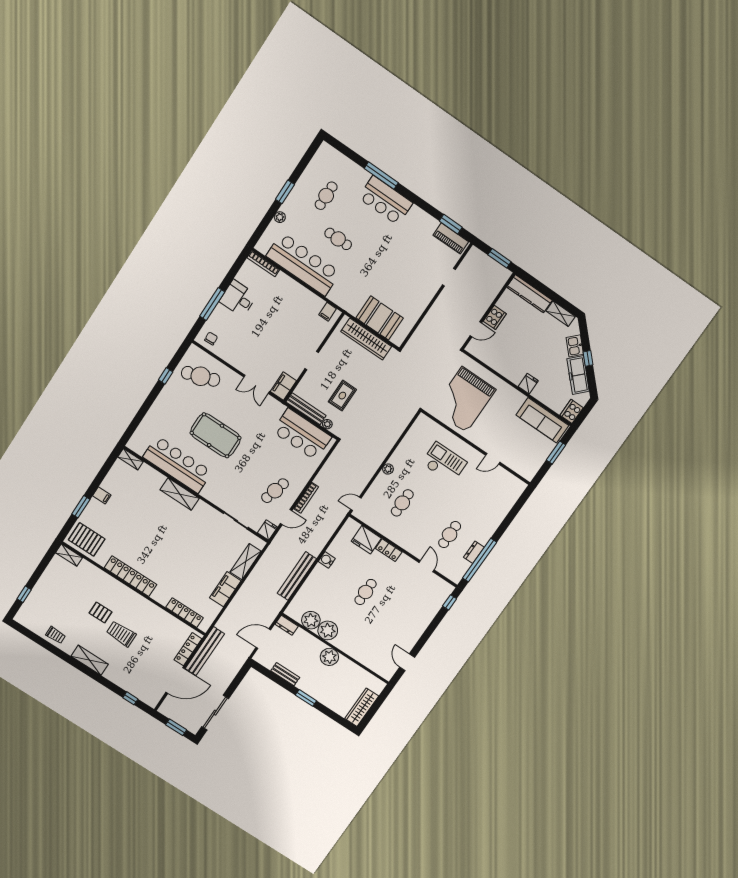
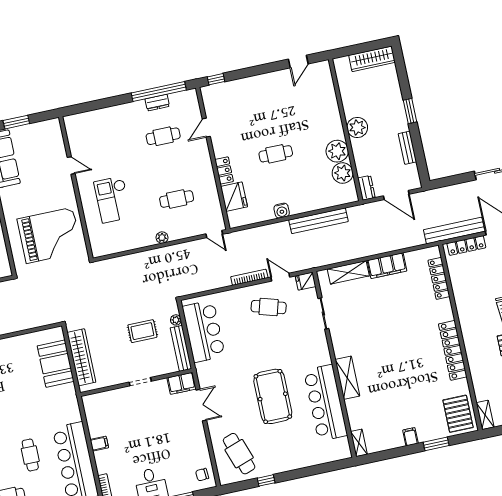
filing cabinet: (328, 312) -> (99, 444), moved

